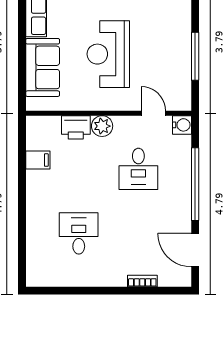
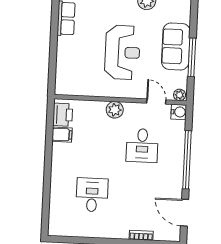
reception desk: (108, 54) -> (122, 52), turned 180
sofa: (43, 67) -> (176, 47), moved, turned 180
plant: (182, 104) -> (180, 95), added
printer: (76, 127) -> (63, 115), moved, turned -90

